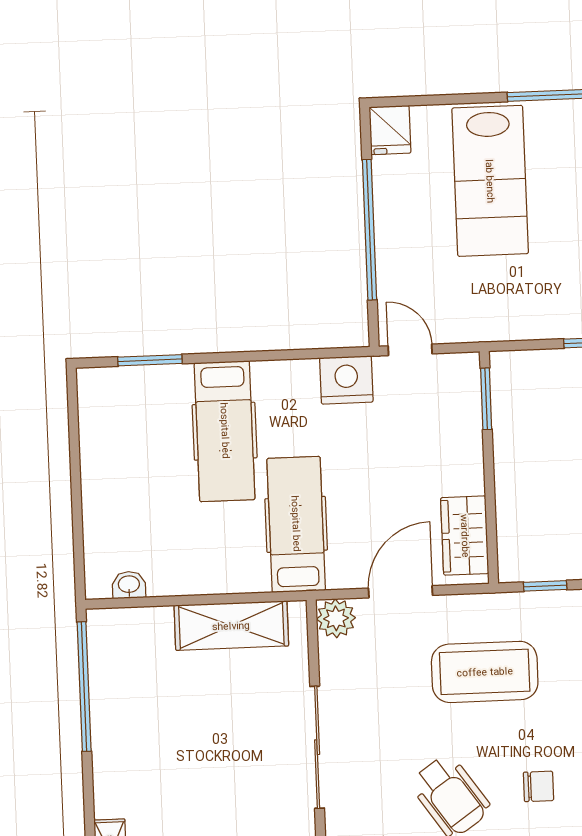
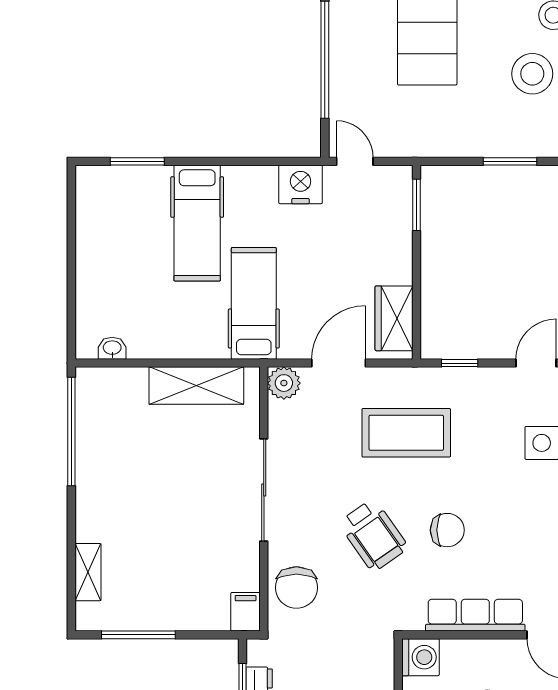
chair: (539, 786) -> (447, 530), width x1.37, depth x1.37

